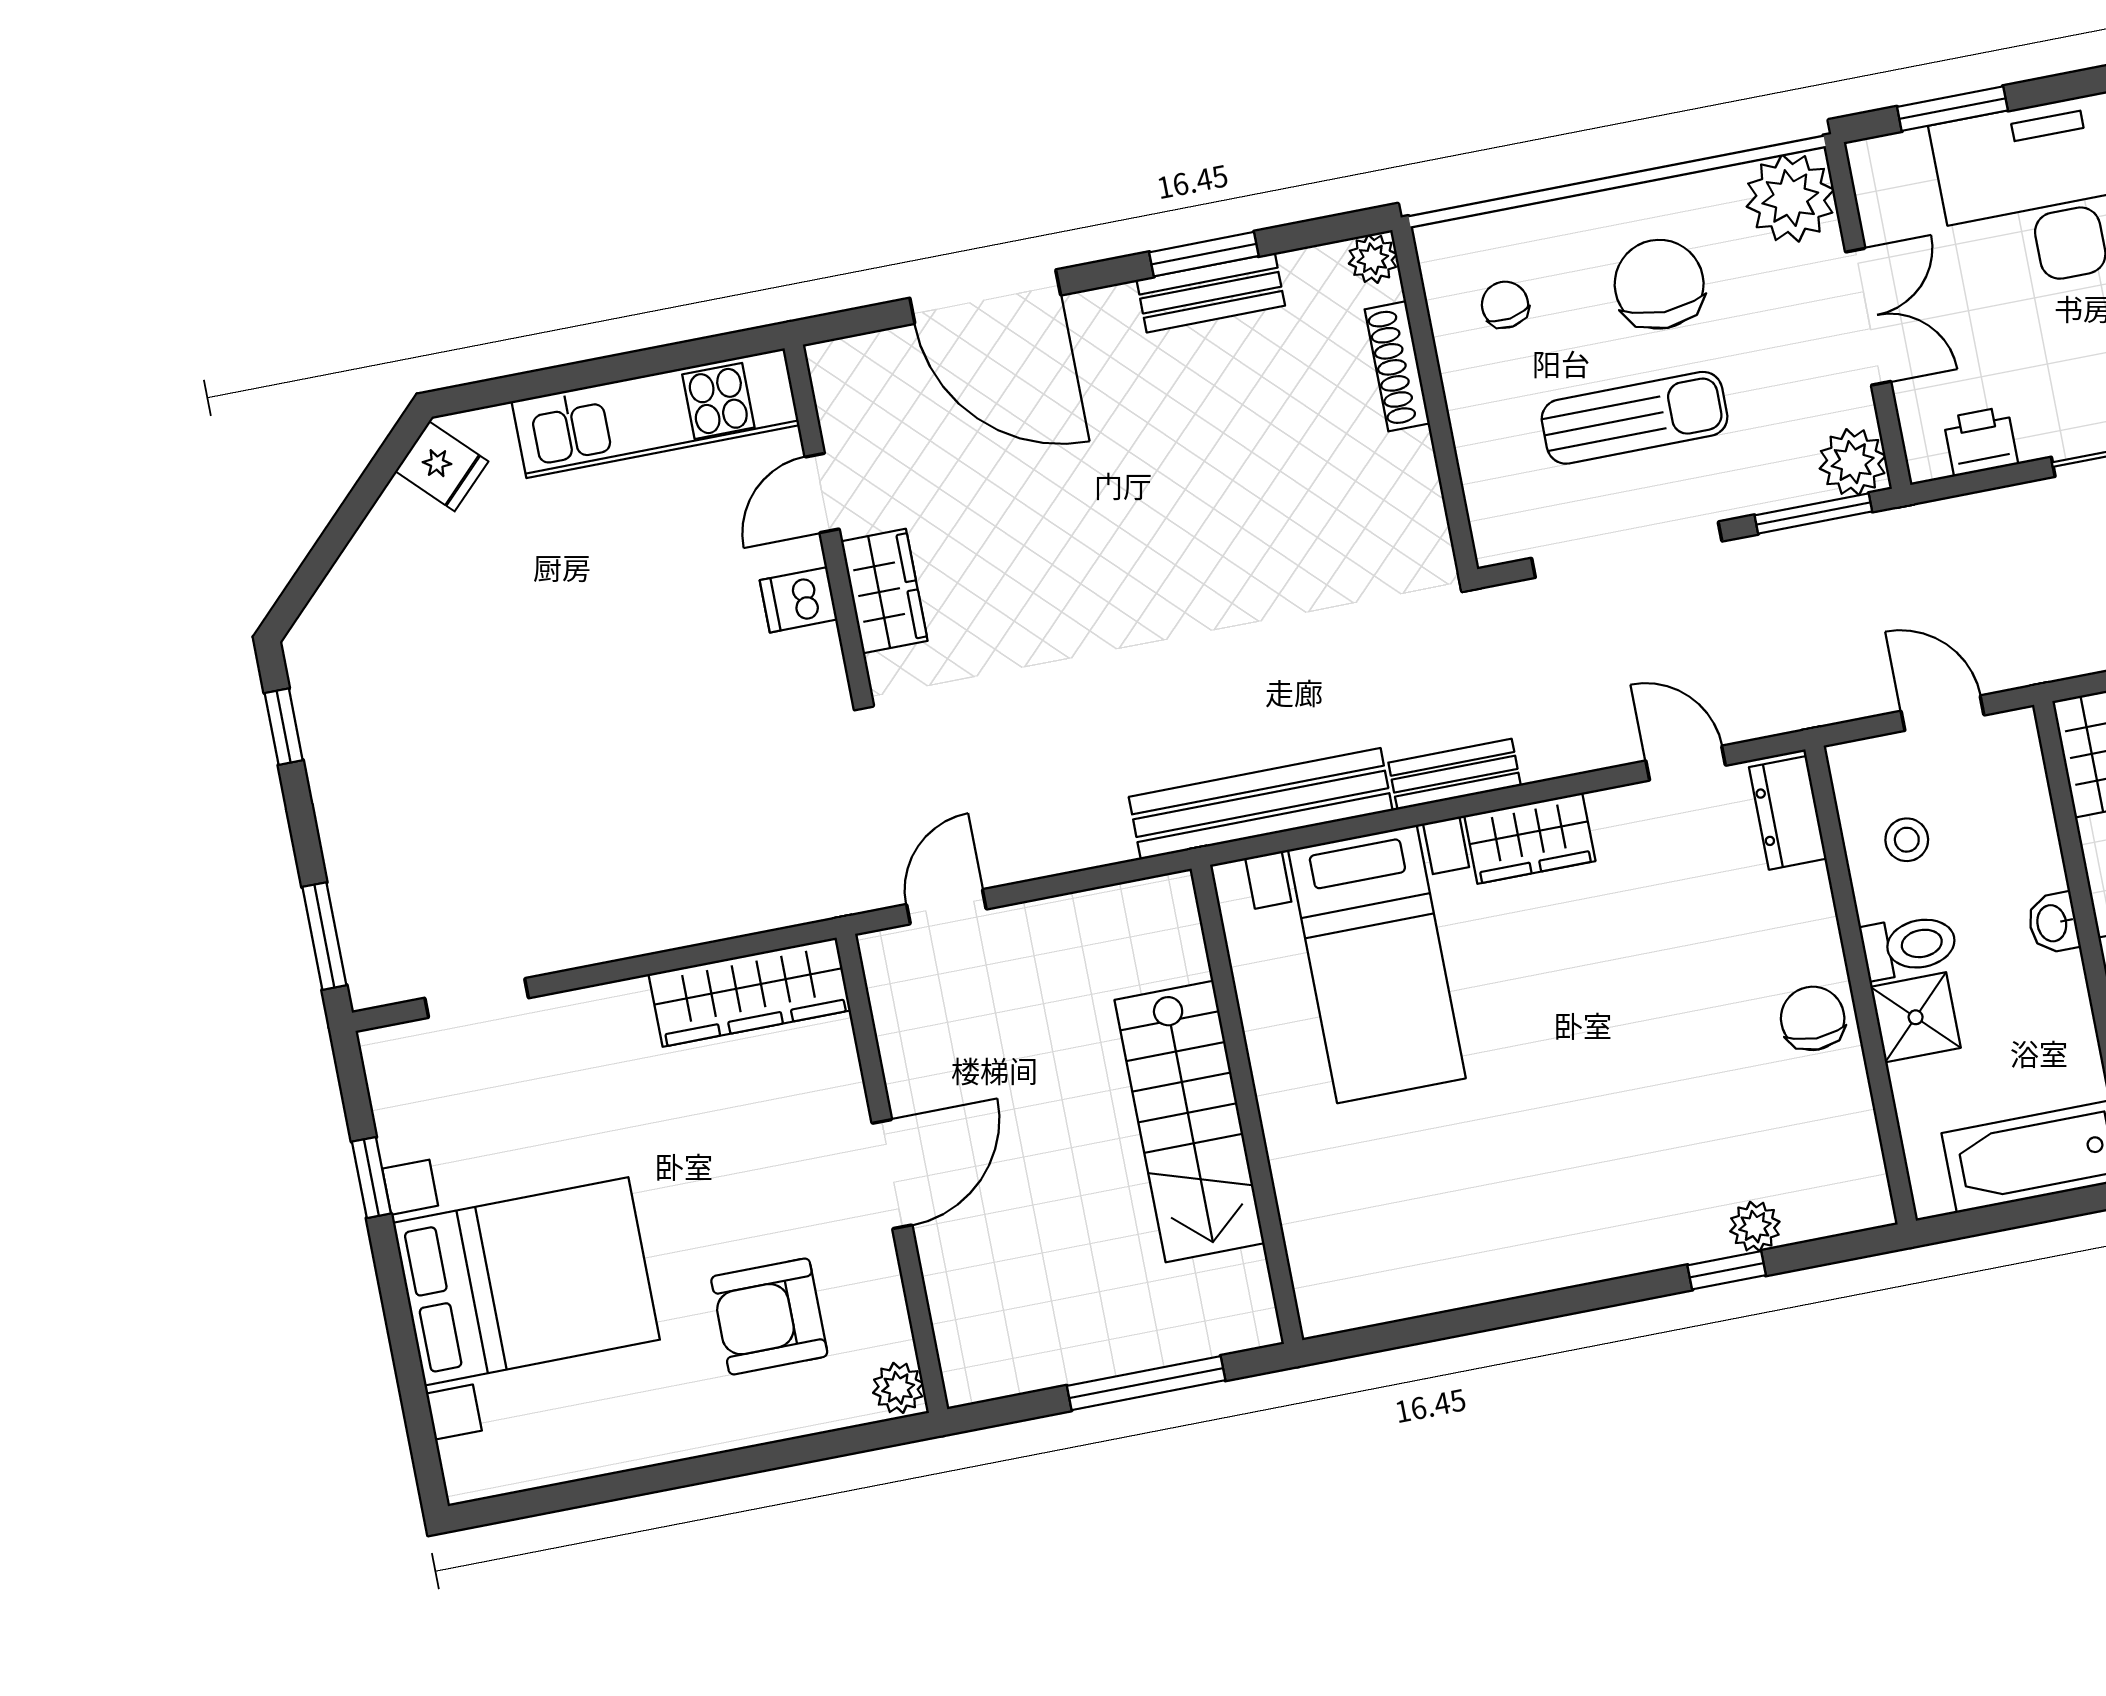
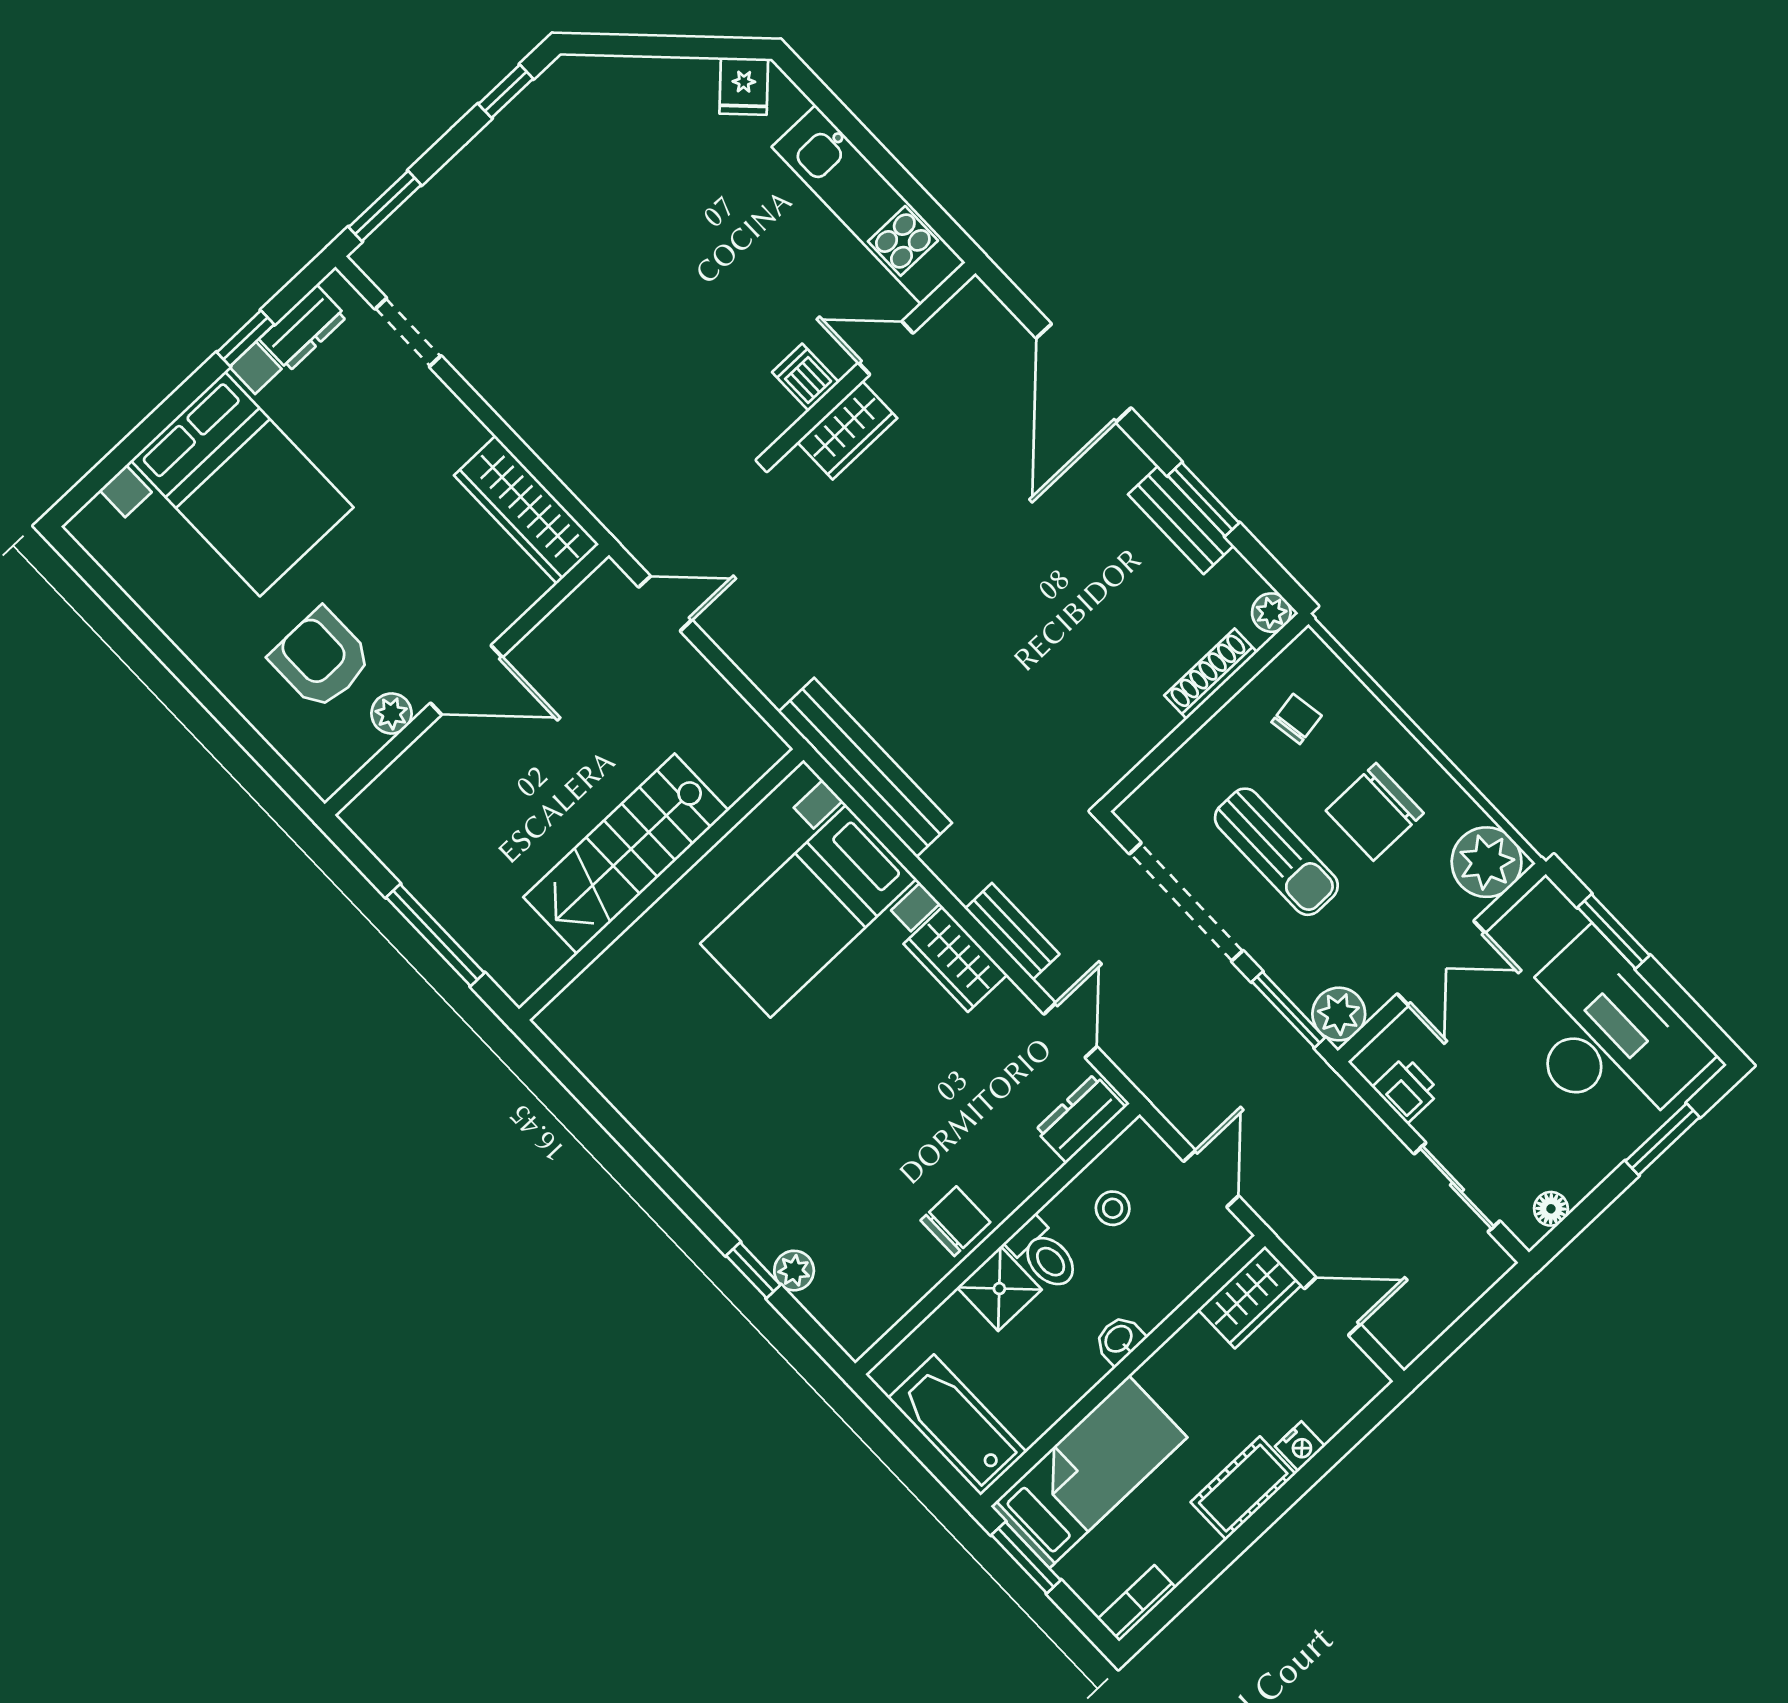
chair: (1659, 284) -> (1375, 812), turned 180
bench: (1455, 774) -> (1012, 931), moved
dresser: (400, 1108) -> (303, 328), added
plant: (898, 1388) -> (391, 714), moved

